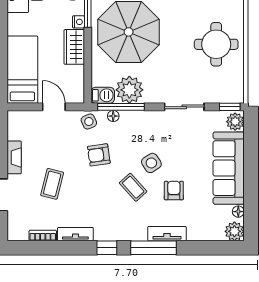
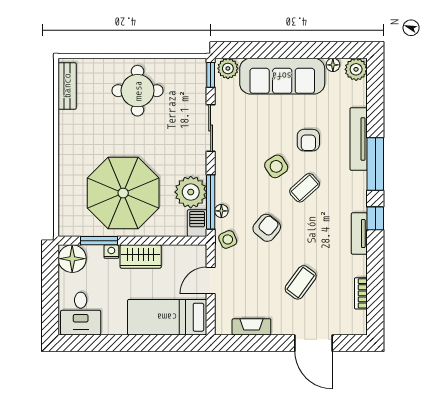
armchair: (99, 155) -> (267, 228), turned -133
fireplace: (14, 157) -> (251, 327), moved
coffee table: (52, 184) -> (301, 282), turned -68
armchair: (174, 190) -> (308, 140), turned -90
tv unit: (75, 234) -> (359, 233), moved
tv unit: (167, 234) -> (359, 139), width x1.41

